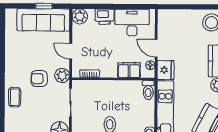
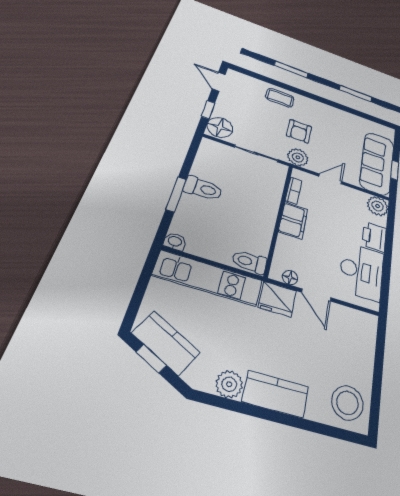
door: (156, 48) -> (316, 295), swing flipped
filing cabinet: (129, 70) -> (293, 220), moved
armchair: (39, 79) -> (299, 131), turned 180

